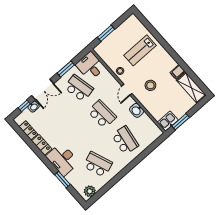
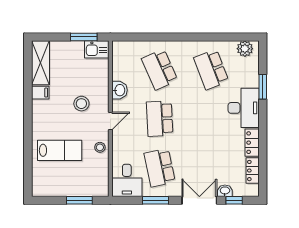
school desk: (125, 140) -> (160, 69), turned -33

